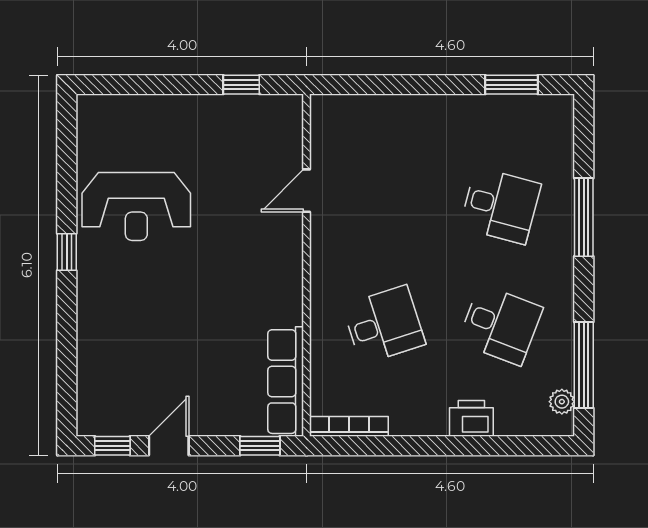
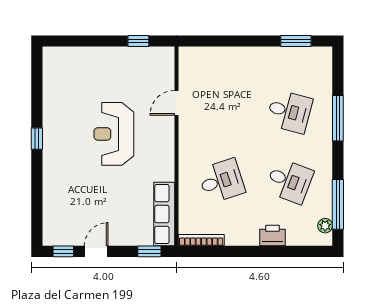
reception desk: (136, 207) -> (114, 134), moved, turned 90

